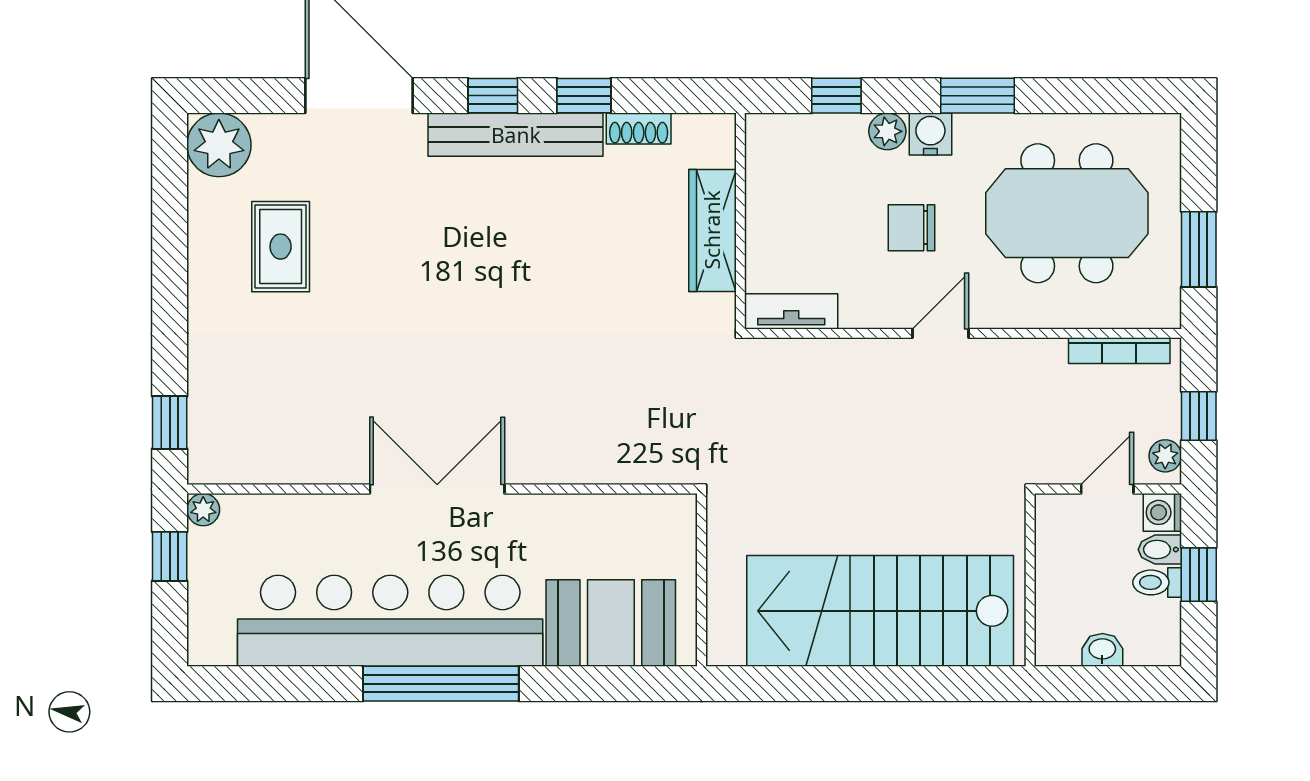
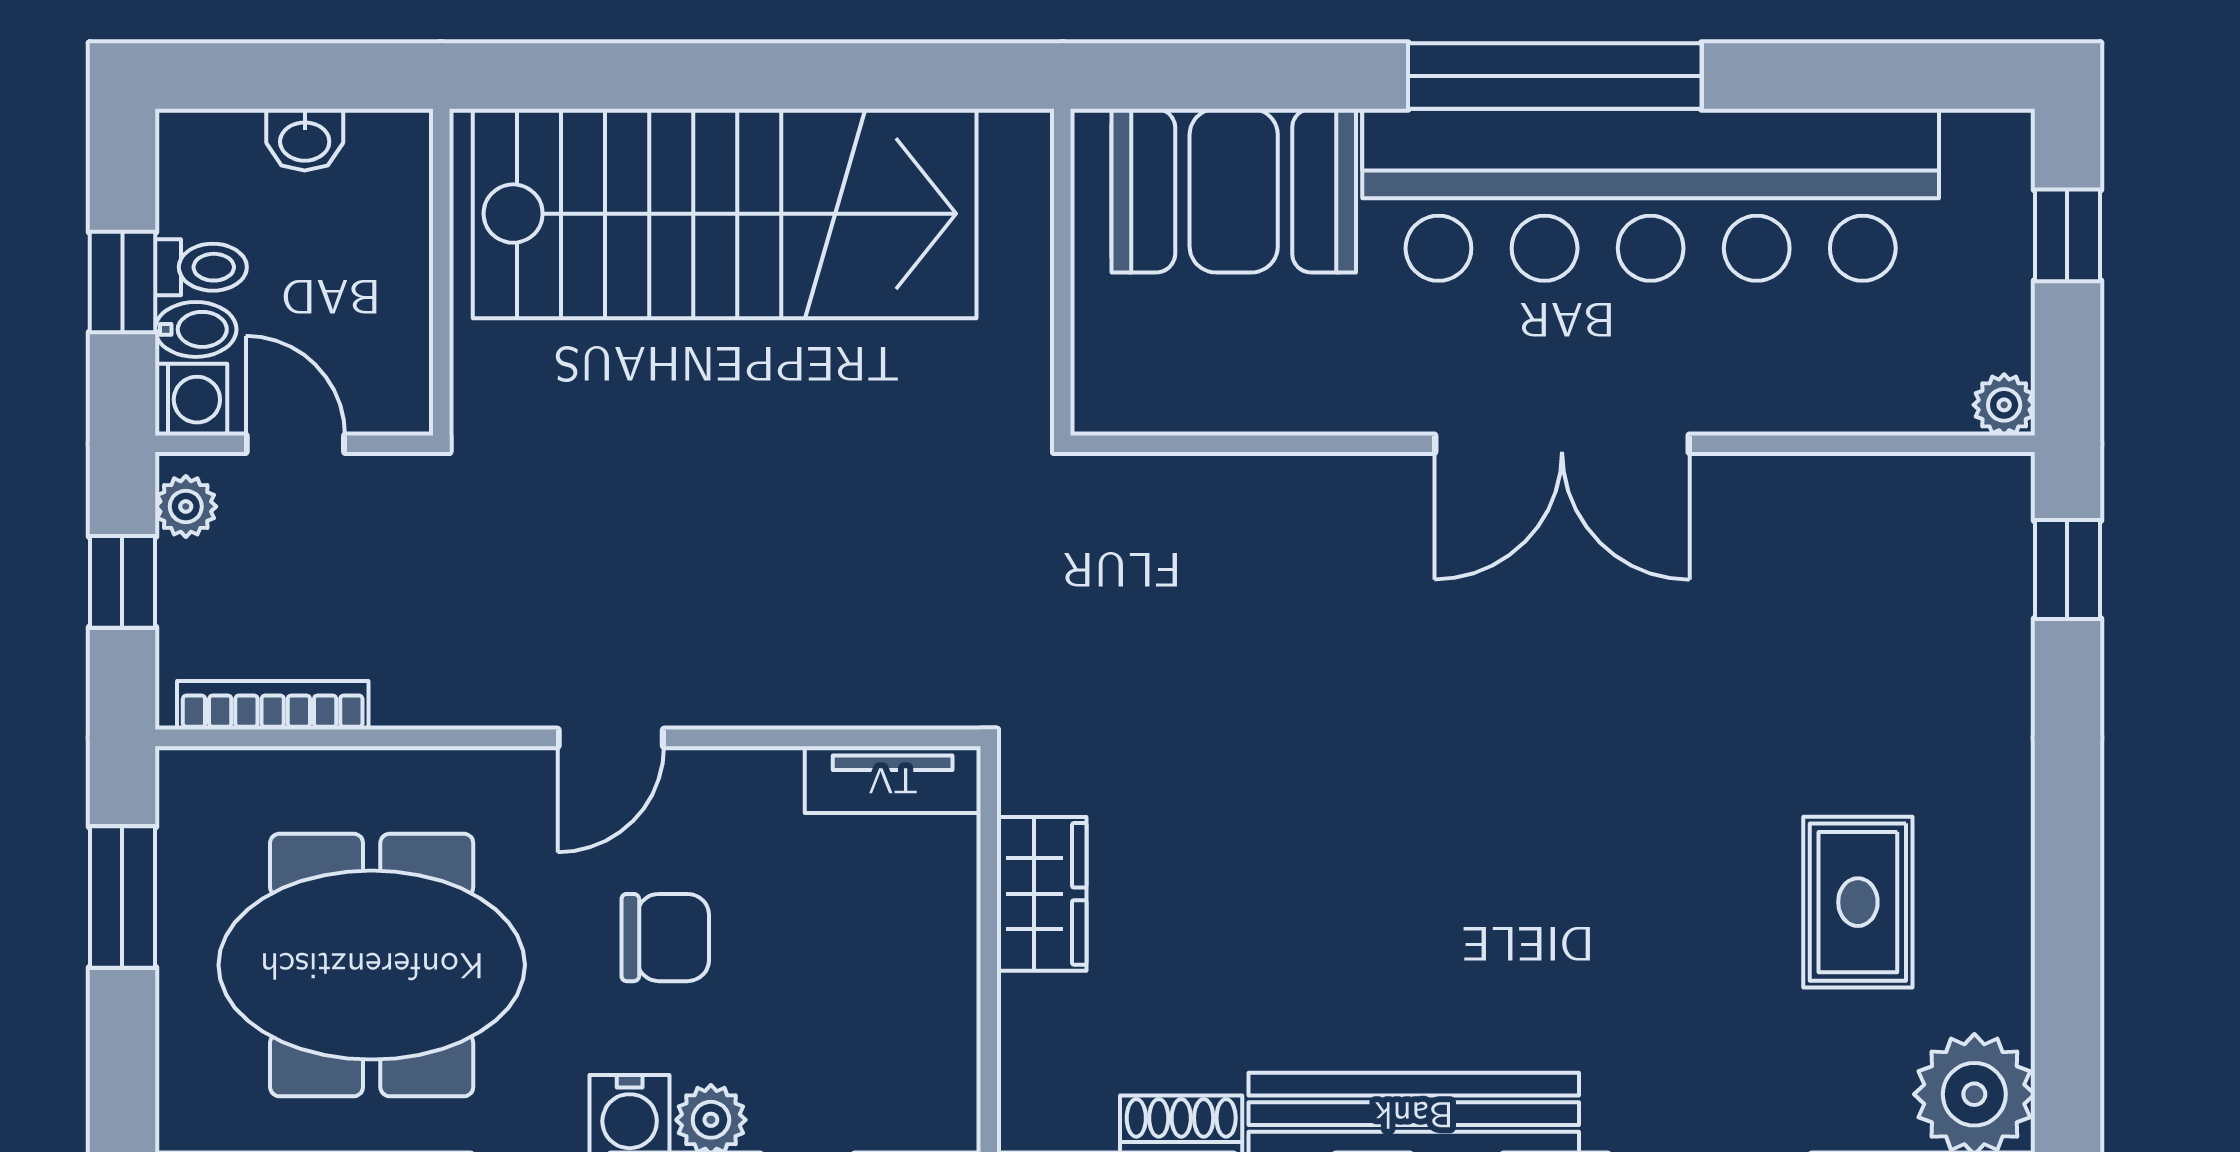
wardrobe: (712, 230) -> (1042, 894), width x0.67
door: (1107, 489) -> (295, 444), swing flipped
window: (170, 556) -> (2067, 235), moved

